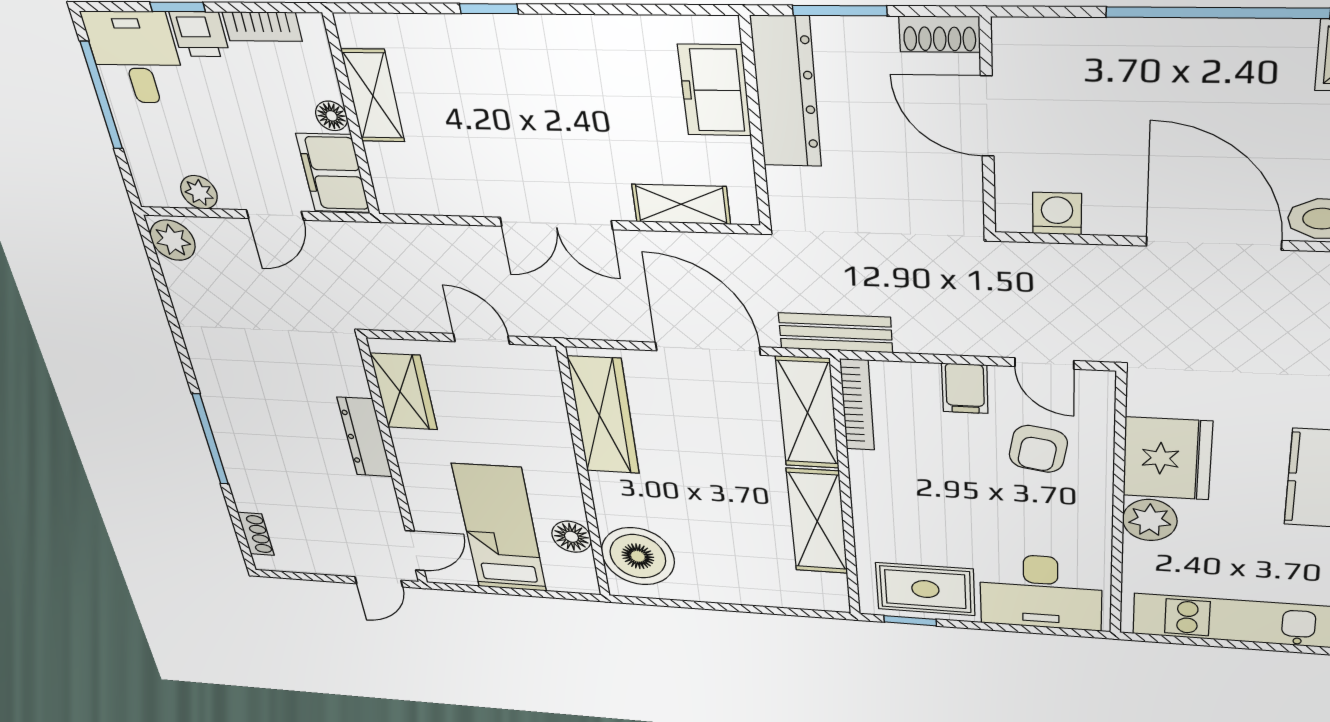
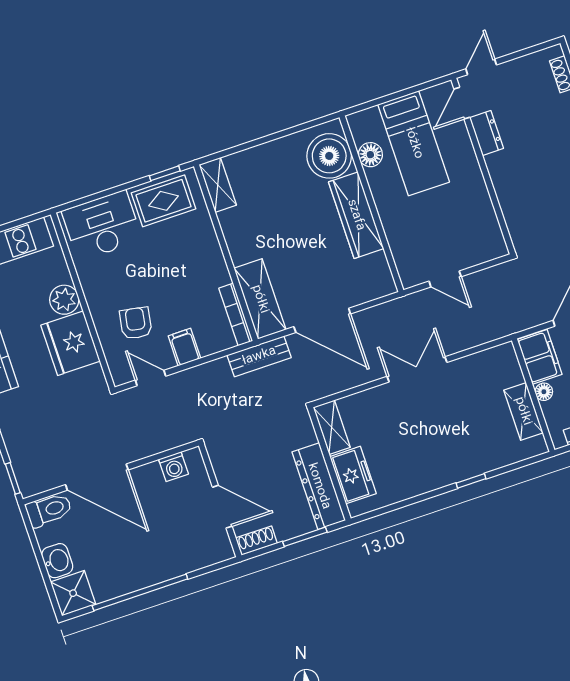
shelving: (681, 204) -> (332, 427), moved, turned 90
wardrobe: (404, 392) -> (484, 224), removed
wardrobe: (604, 415) -> (356, 215), moved
dresser: (365, 437) -> (487, 133), moved, width x0.70
shelving: (817, 521) -> (218, 185), moved, width x0.67, depth x0.75

